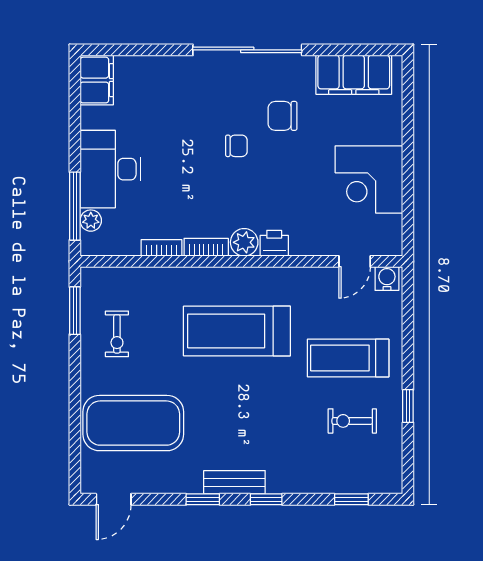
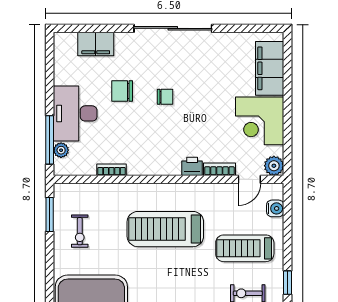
filing cabinet: (354, 75) -> (270, 68), moved, turned 90
filing cabinet: (97, 80) -> (96, 44), moved, turned 90
chair: (282, 116) -> (122, 91), moved
plant: (244, 242) -> (274, 166), moved
bookcase: (206, 247) -> (219, 169), moved
water cooler: (387, 279) -> (275, 208), moved, turned 90

